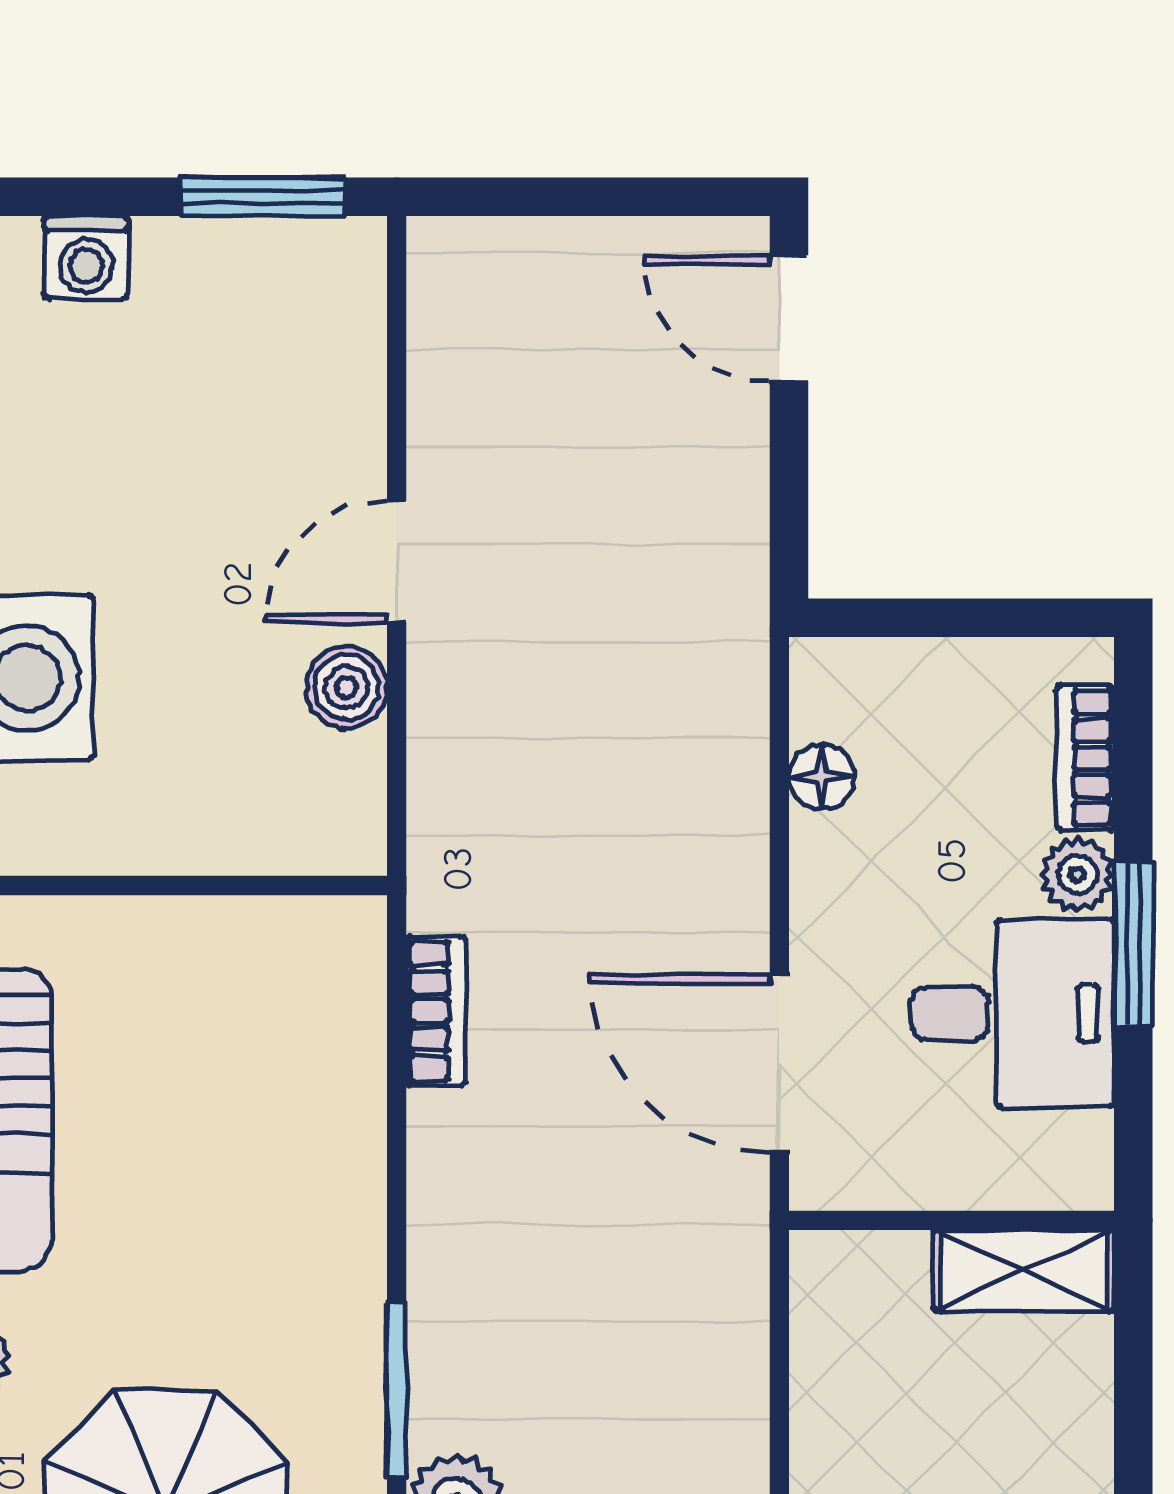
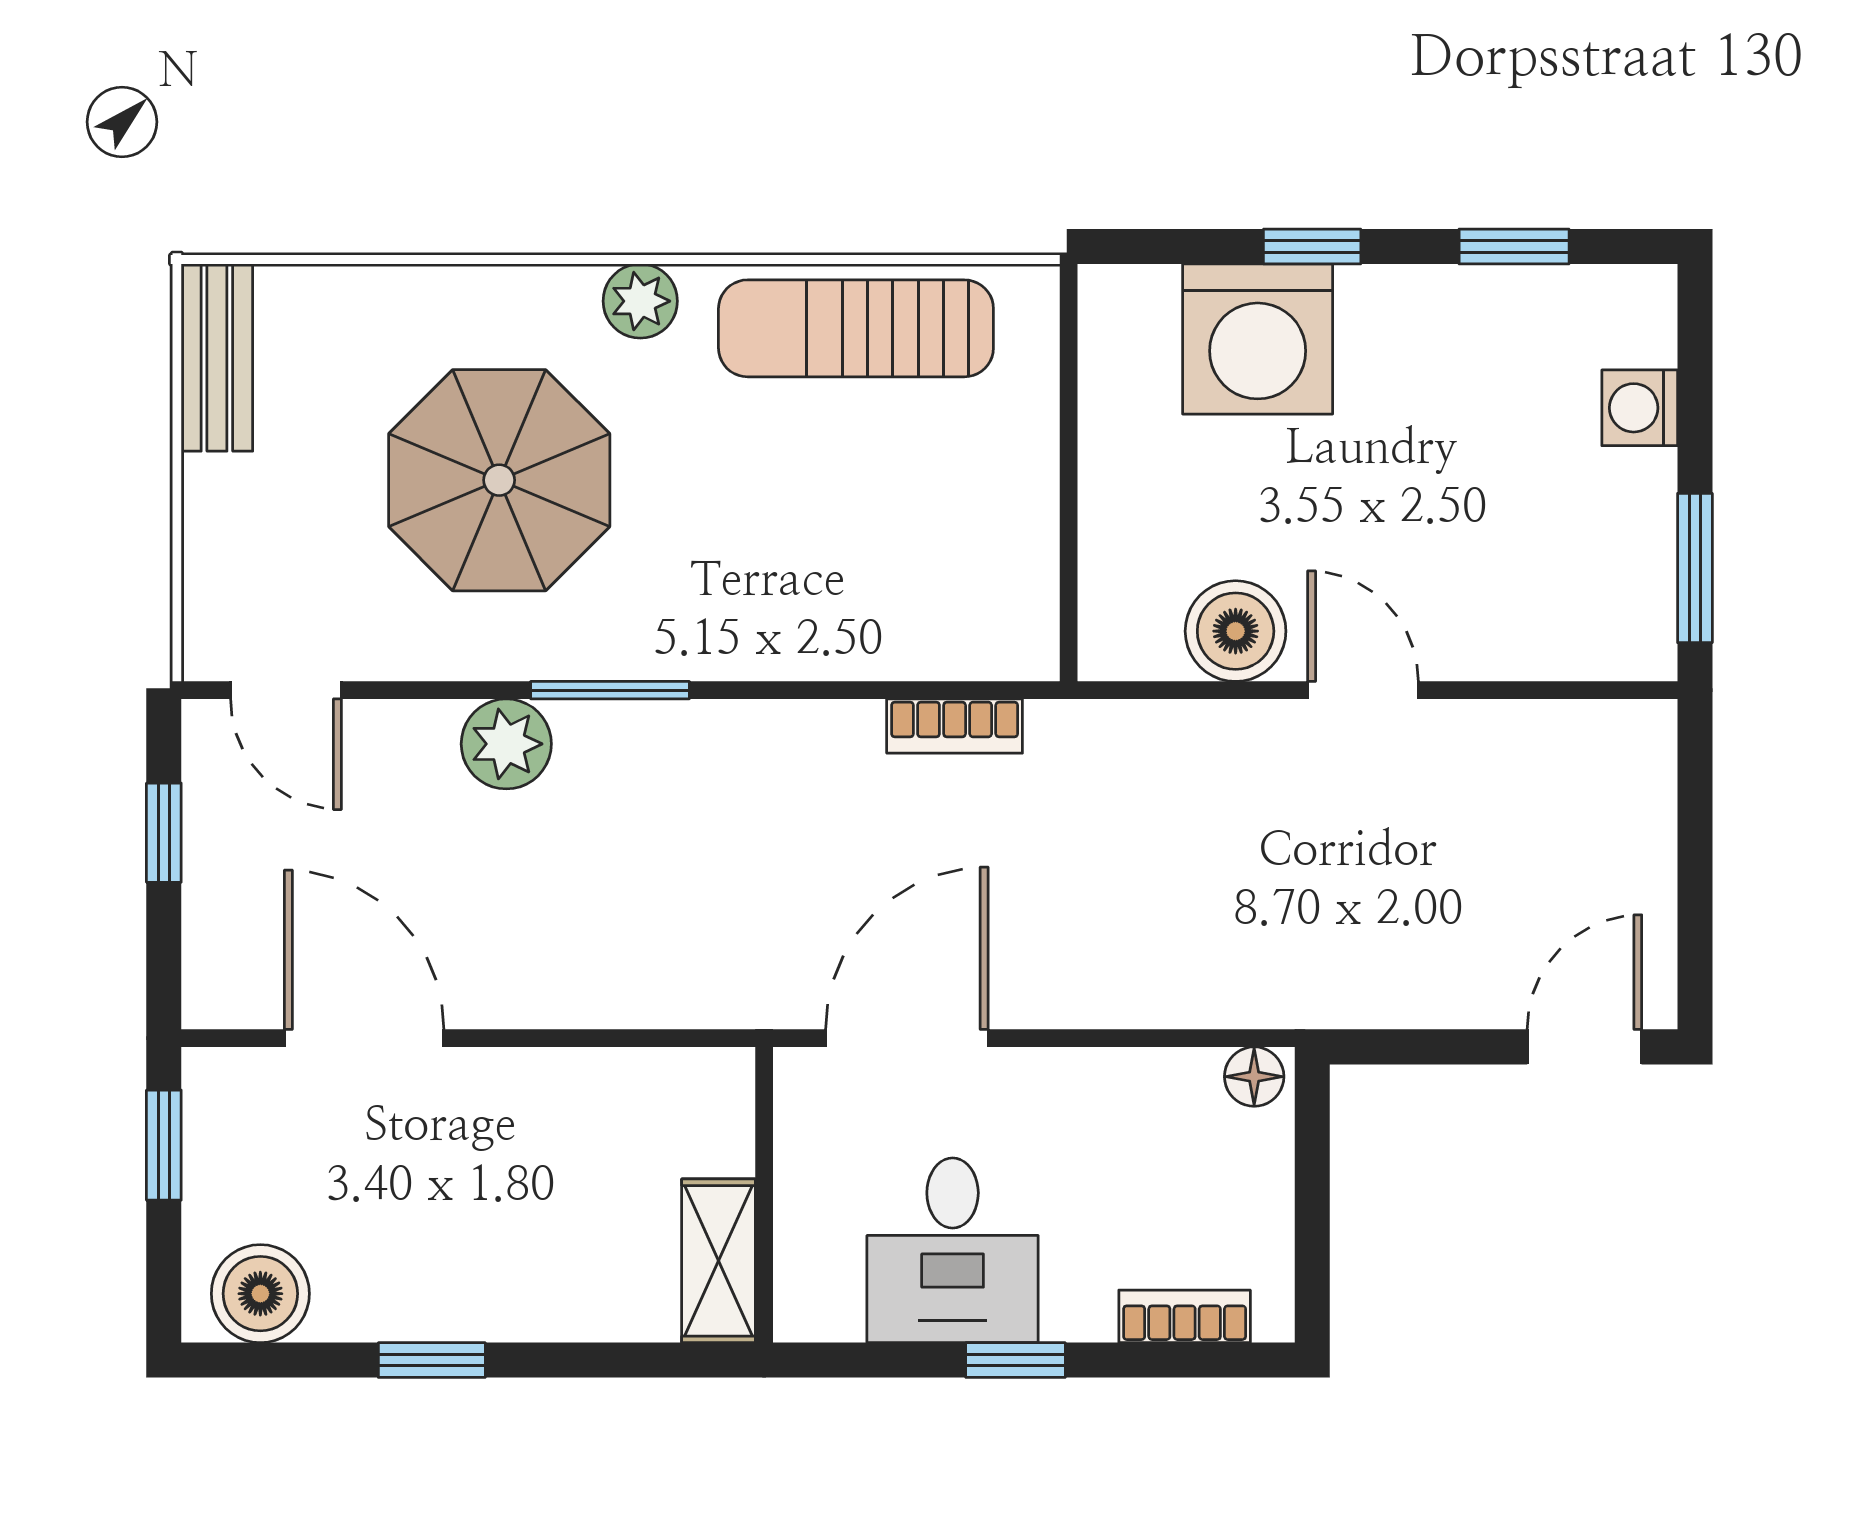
boiler: (346, 687) -> (1236, 631), width x1.36, depth x1.36
floor lamp: (822, 777) -> (1254, 1077), moved
plant: (1078, 875) -> (1079, 1309), removed
window: (1133, 944) -> (1016, 1360), width x0.67

